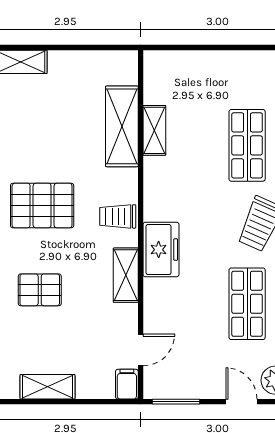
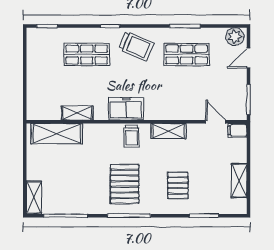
shelving: (122, 126) -> (57, 134), moved
freezer: (161, 250) -> (126, 109), moved

